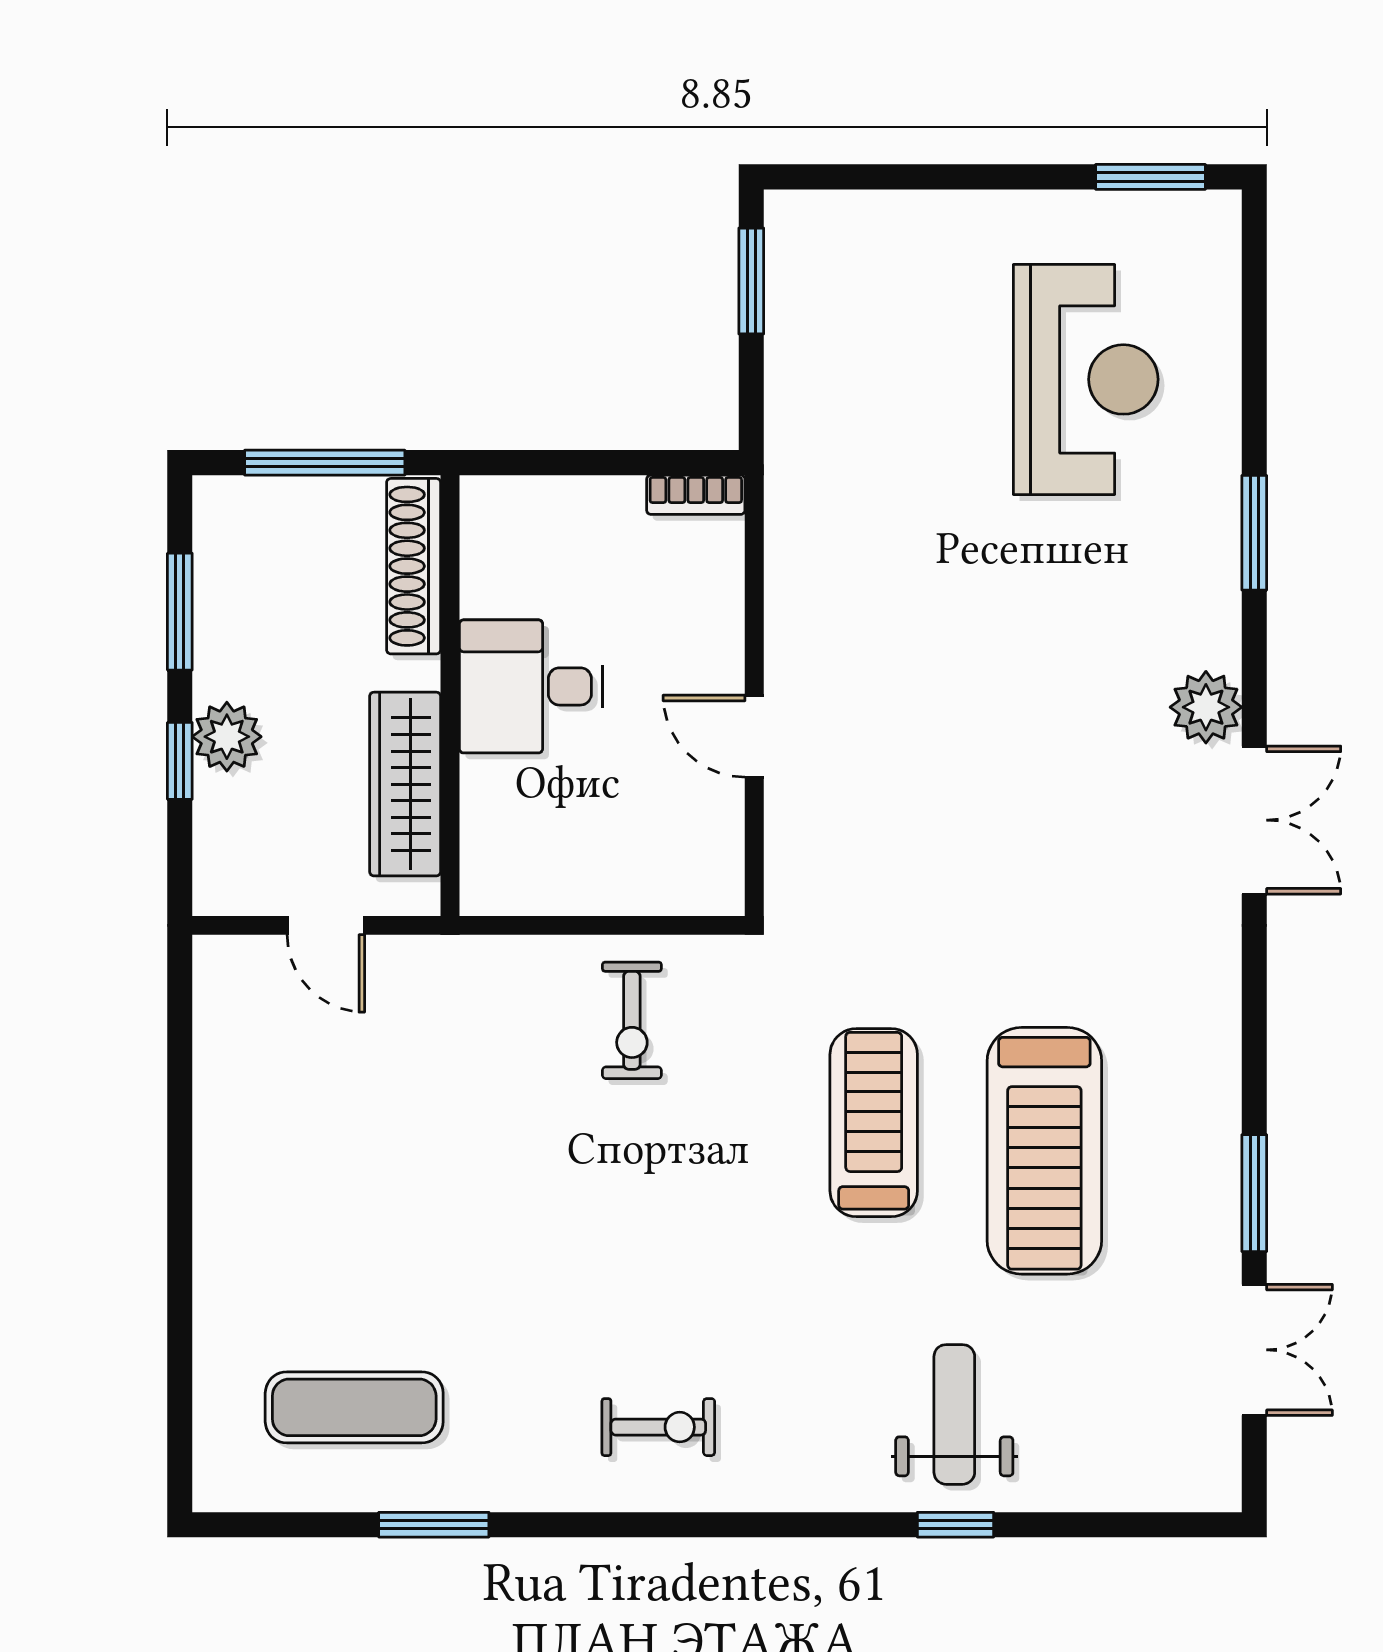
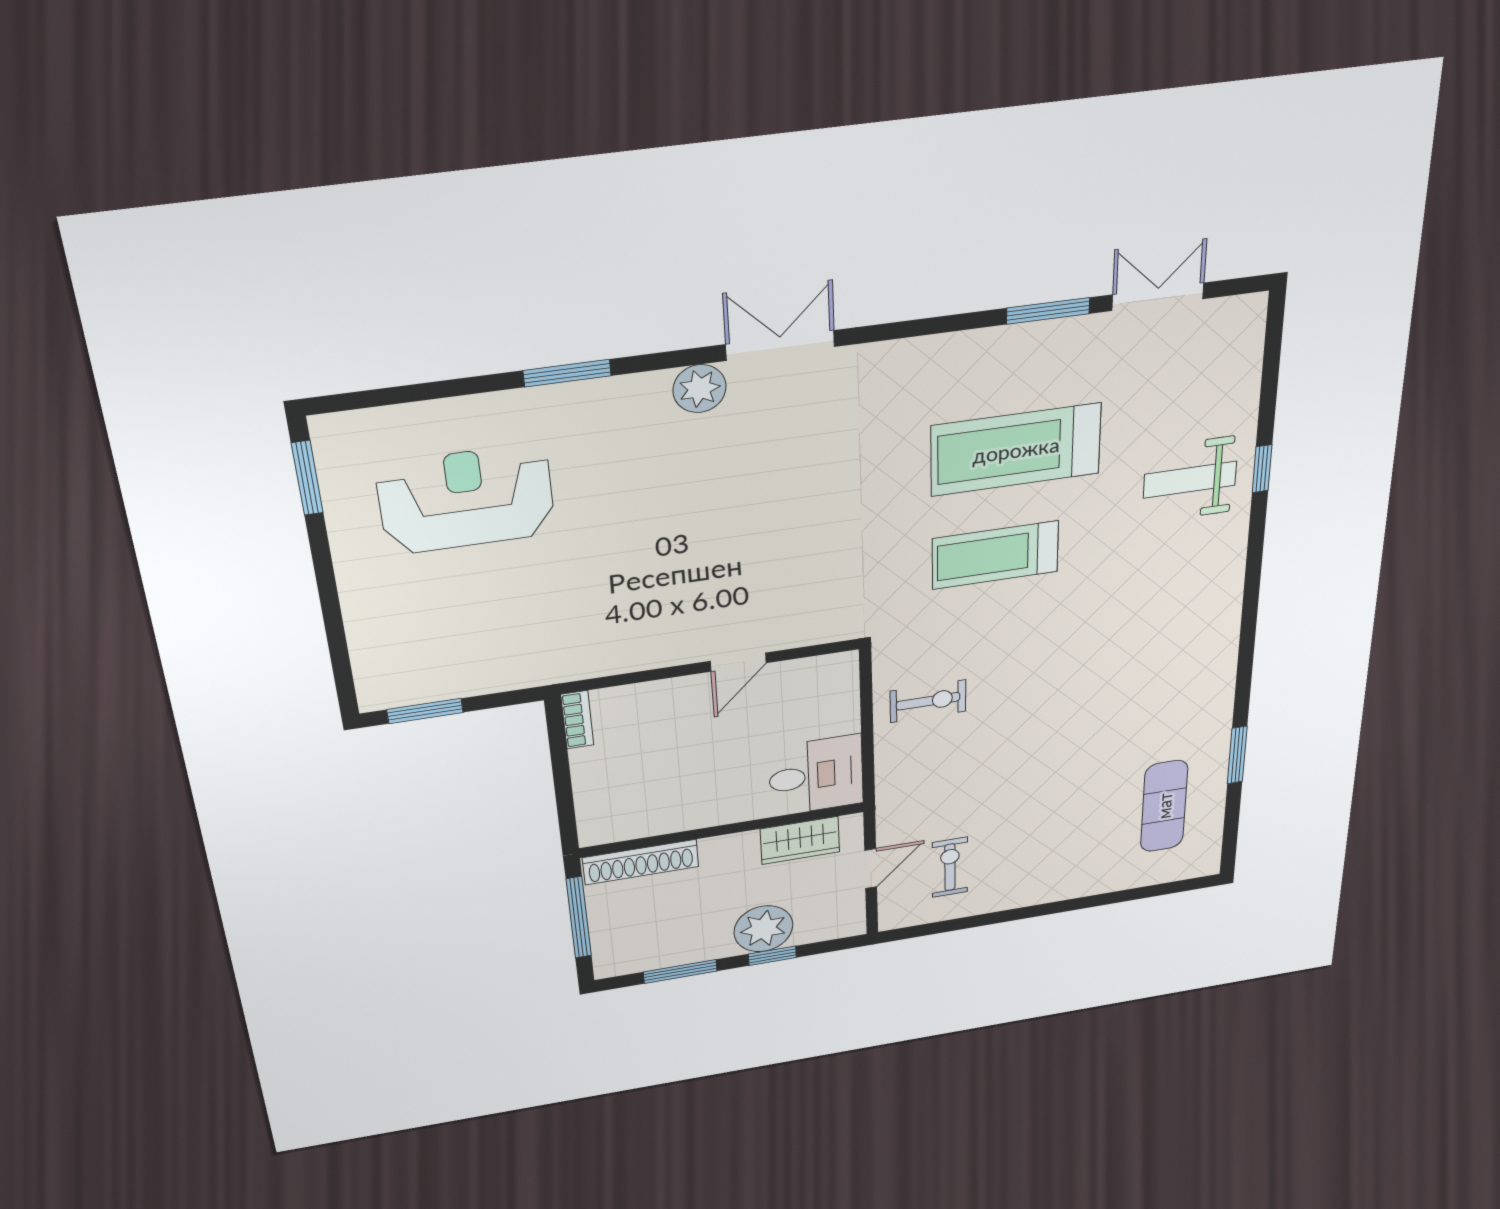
desk: (531, 686) -> (816, 775), moved, turned -90
plant: (227, 737) -> (763, 929), width x1.36, depth x1.36
wardrobe: (405, 784) -> (800, 840), width x0.67
treadmill: (1044, 1151) -> (1016, 450), turned 180
exercise bike: (658, 1427) -> (950, 867), moved

